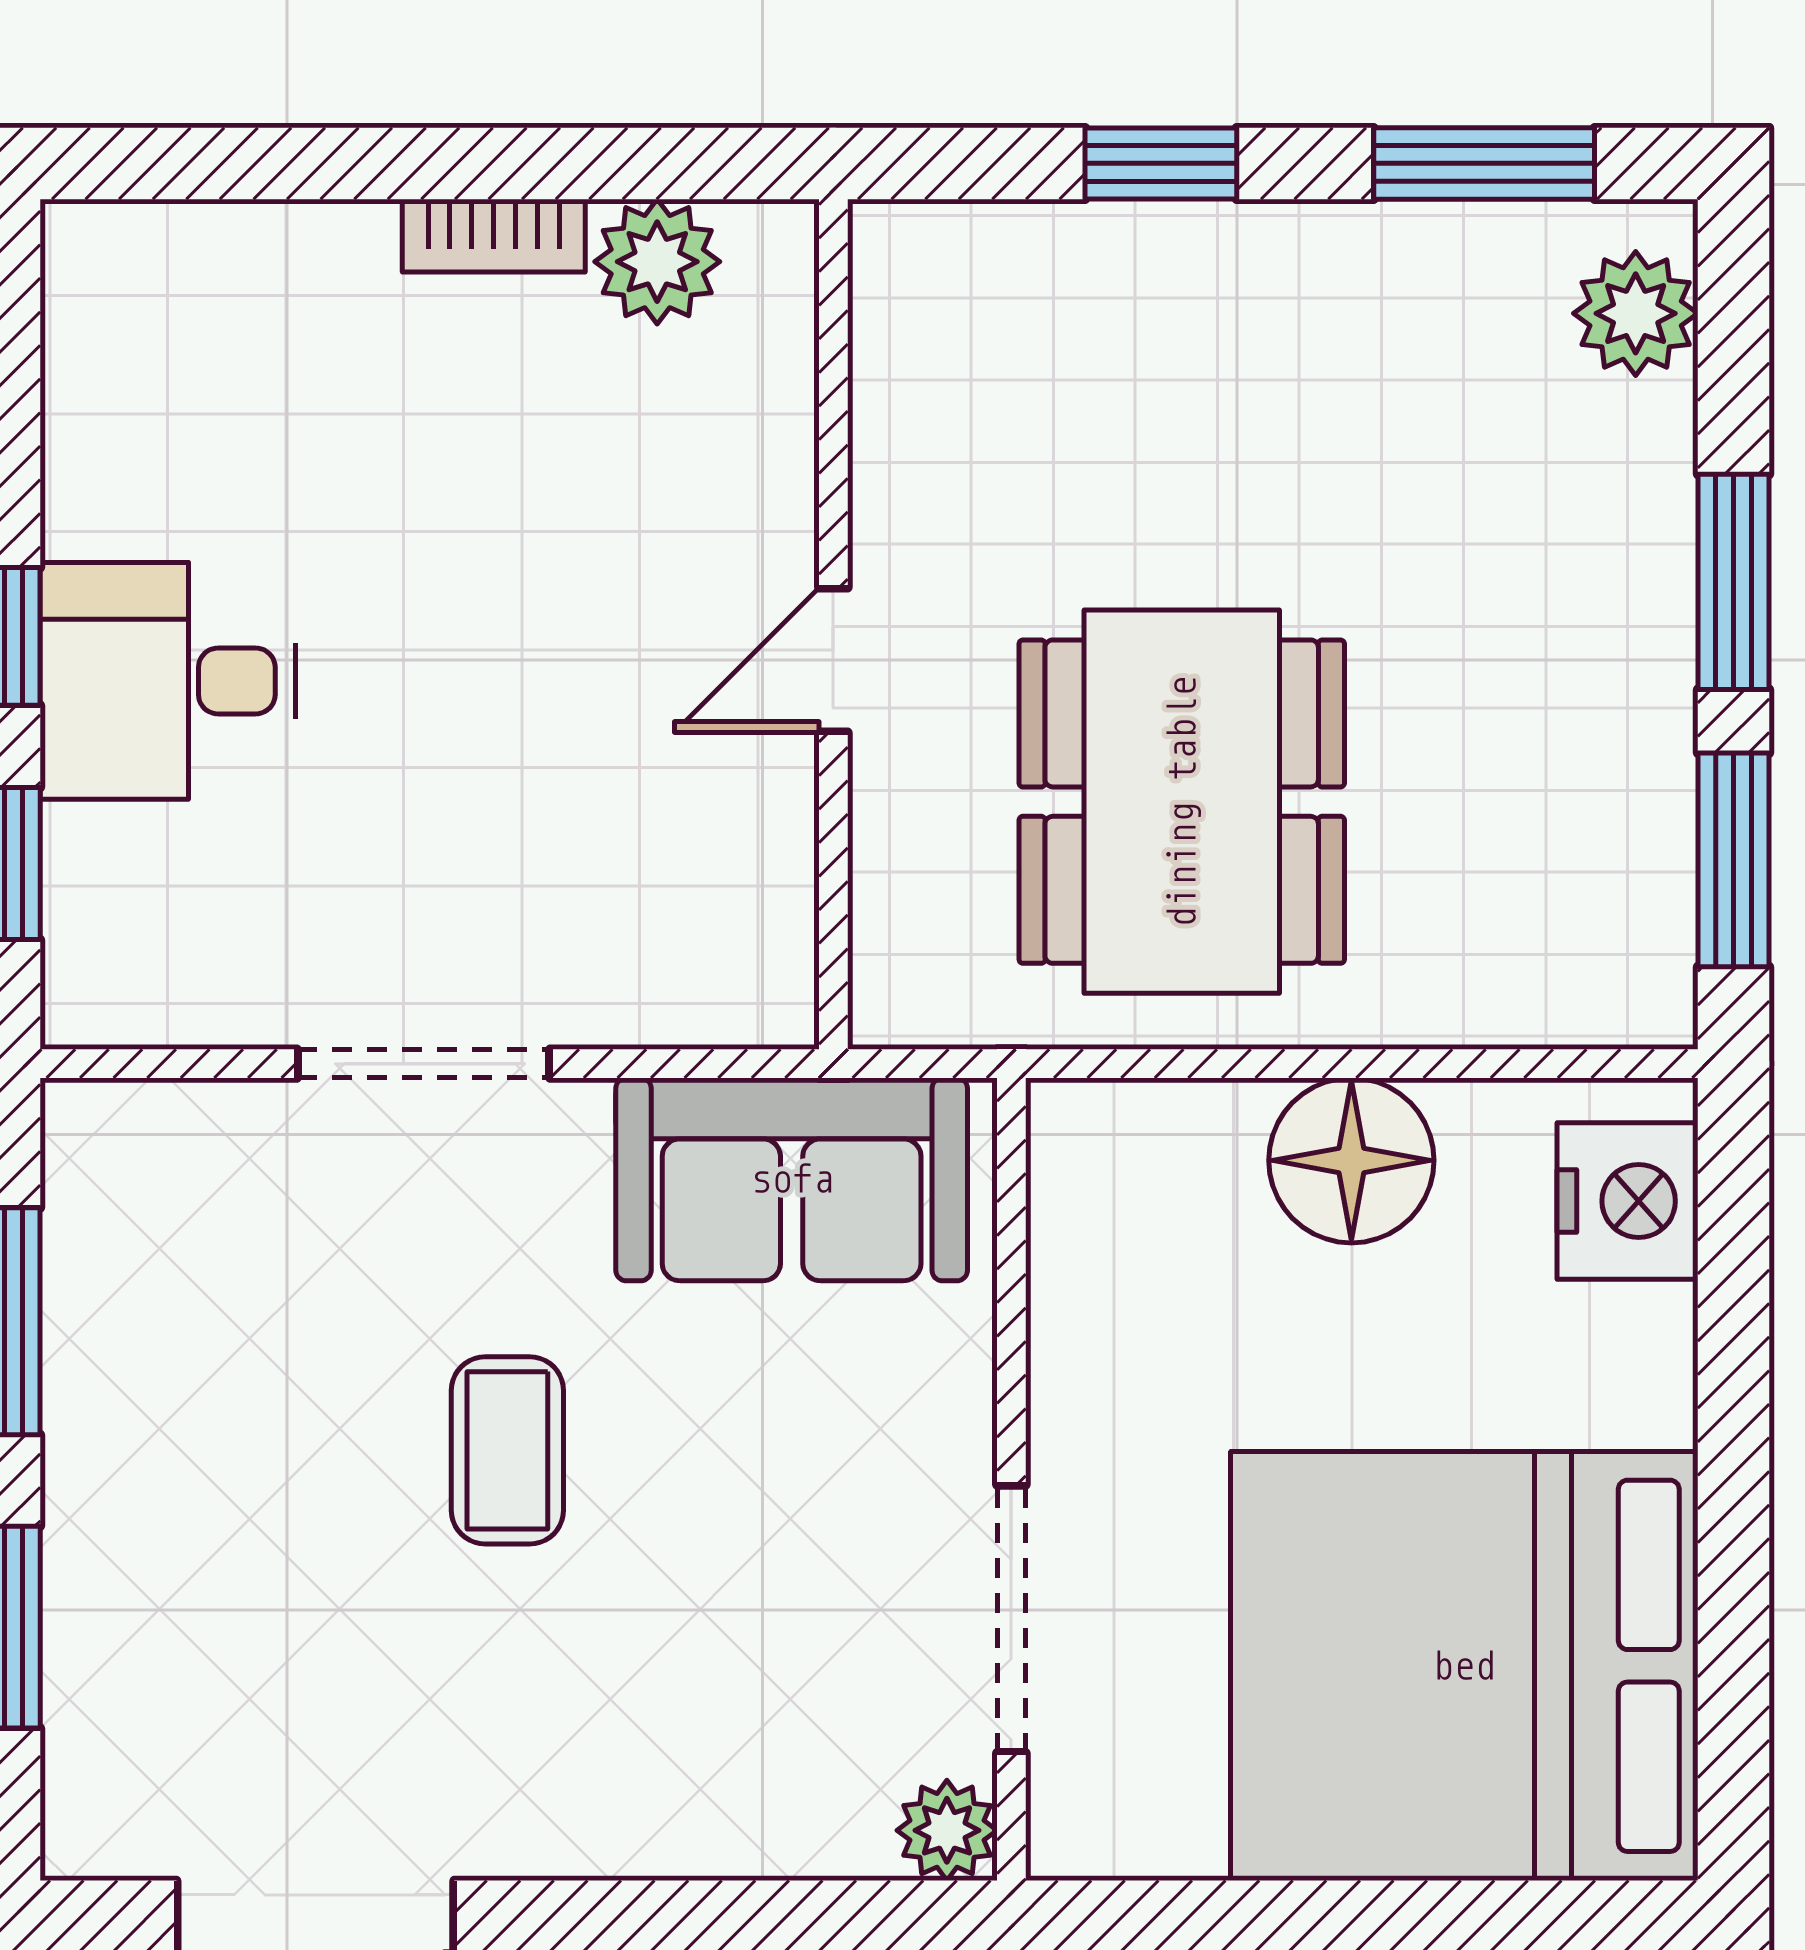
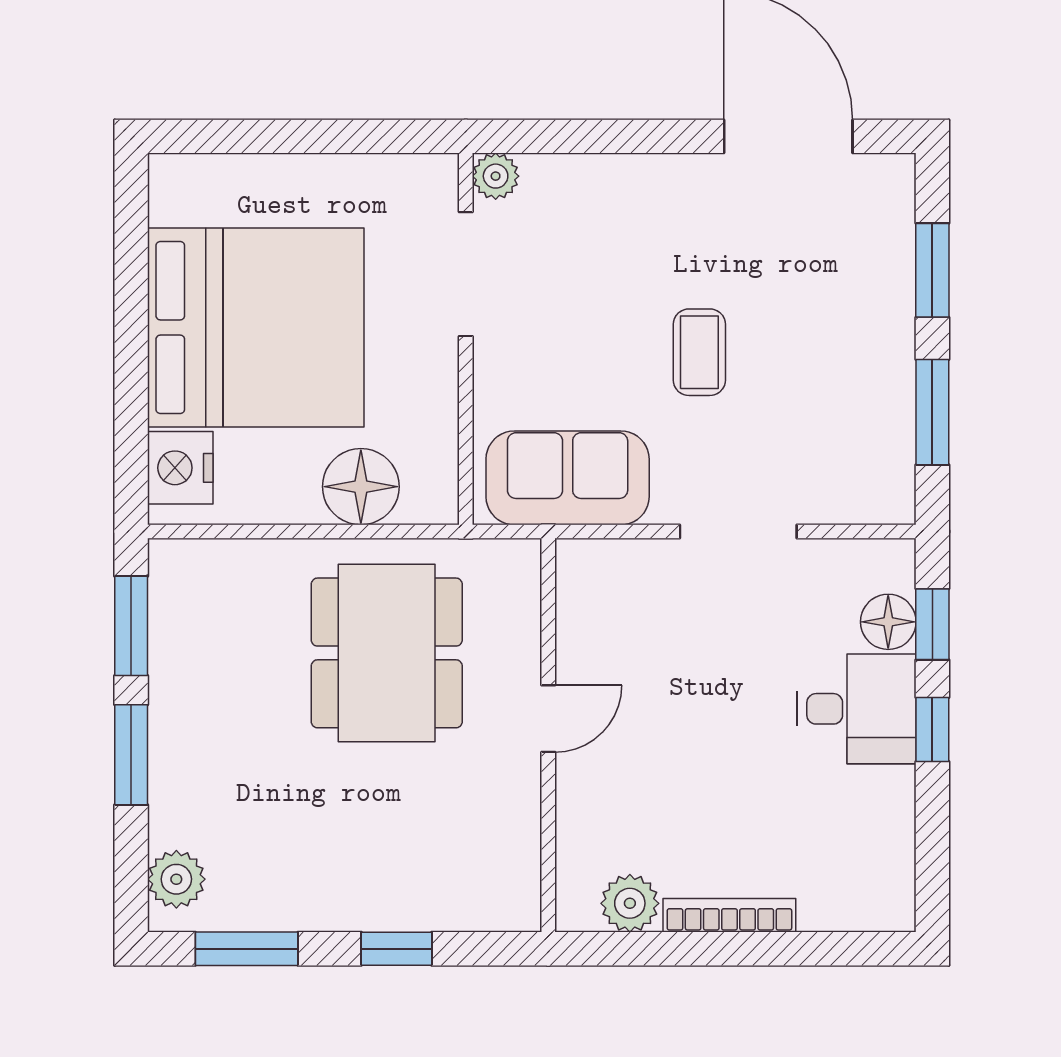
bookcase: (494, 236) -> (729, 915), width x1.56
floor lamp: (100, 869) -> (888, 622), added
floor lamp: (1351, 1160) -> (361, 487), moved
bed: (1464, 1666) -> (256, 327), moved

